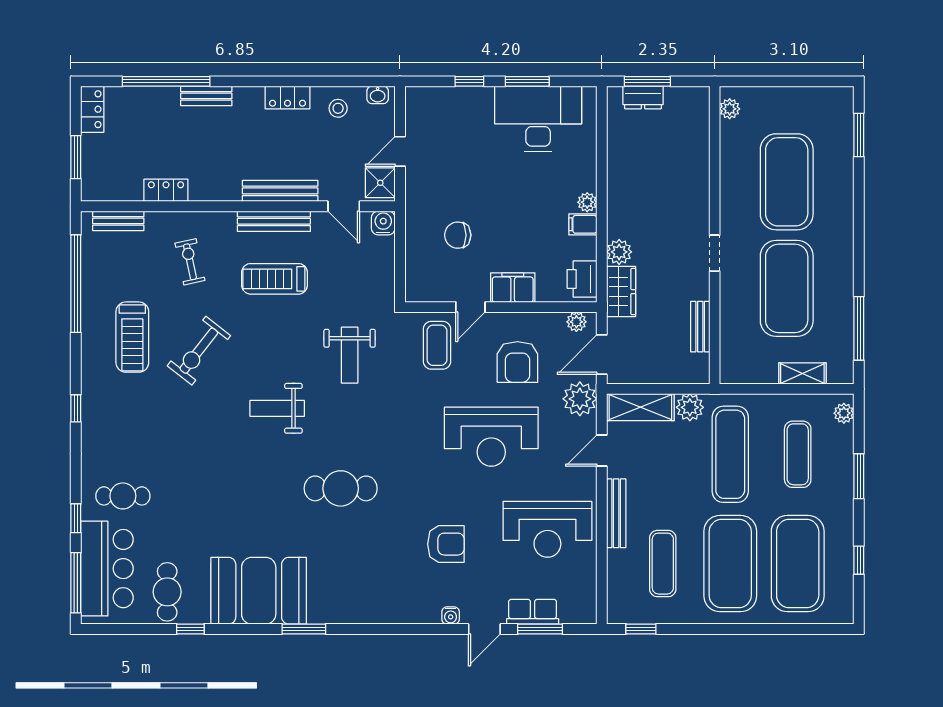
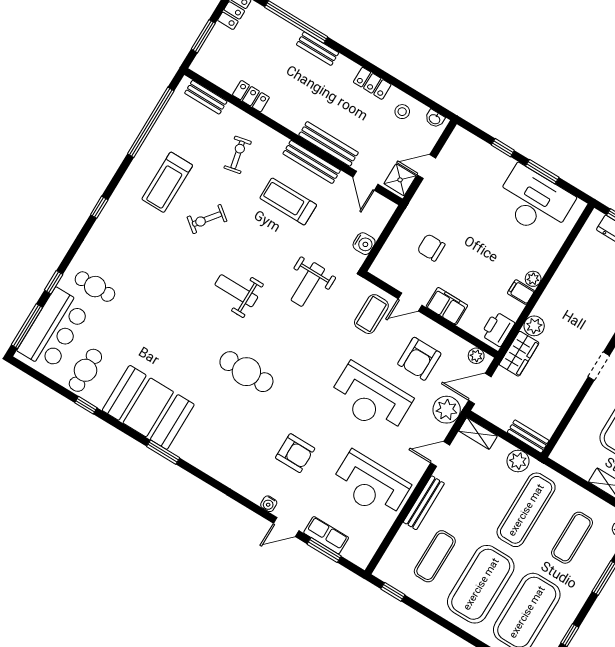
water cooler: (383, 223) -> (364, 244), moved, turned 90
bench: (700, 327) -> (528, 436), moved, turned 90
exercise bike: (199, 351) -> (207, 219), width x0.73, depth x0.72
shelving: (640, 407) -> (478, 433), width x0.67, depth x0.75

